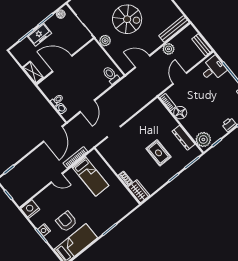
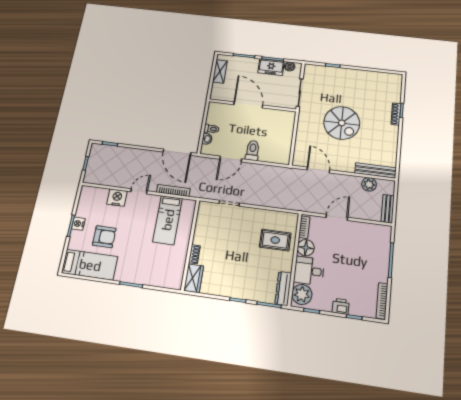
freezer: (39, 35) -> (271, 67), moved
plant: (105, 41) -> (304, 122), removed
plant: (169, 49) -> (369, 184), moved
desk: (213, 69) -> (309, 271), moved, turned 180
shelving: (33, 72) -> (220, 71), moved
toilet: (111, 75) -> (253, 150), moved
door: (53, 134) -> (177, 152), hinge flipped
dresser: (183, 138) -> (283, 288), moved
rug: (159, 153) -> (275, 240), moved, turned 90
door: (57, 178) -> (139, 191), swing flipped
nightstand: (30, 209) -> (117, 198), moved
armchair: (66, 221) -> (104, 237), turned 90

